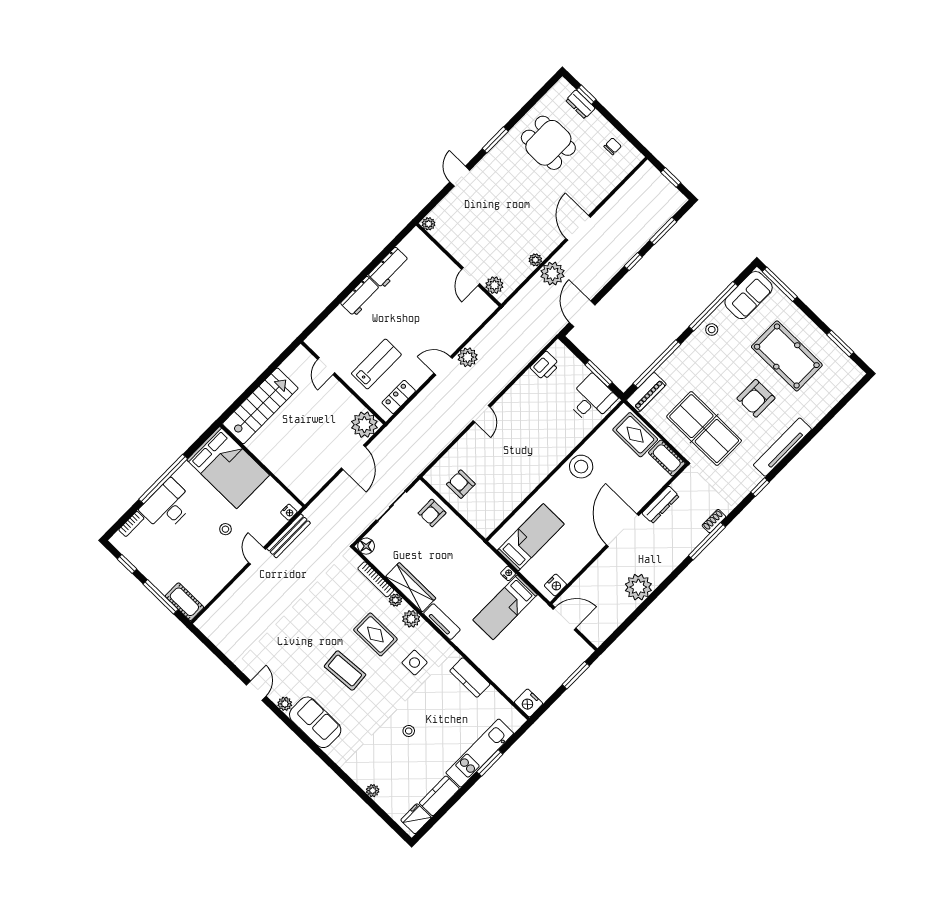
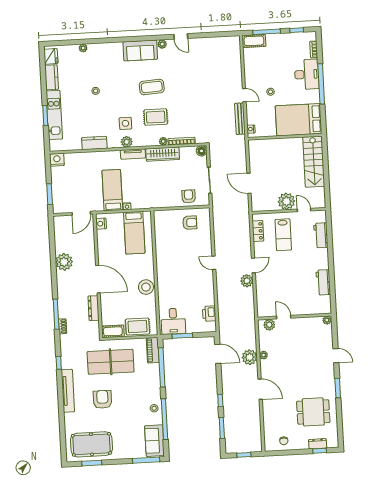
workbench: (361, 296) -> (321, 235), moved
pool table: (787, 356) -> (91, 444), moved
plant: (364, 425) -> (286, 201), moved
plant: (411, 619) -> (127, 142), moved

